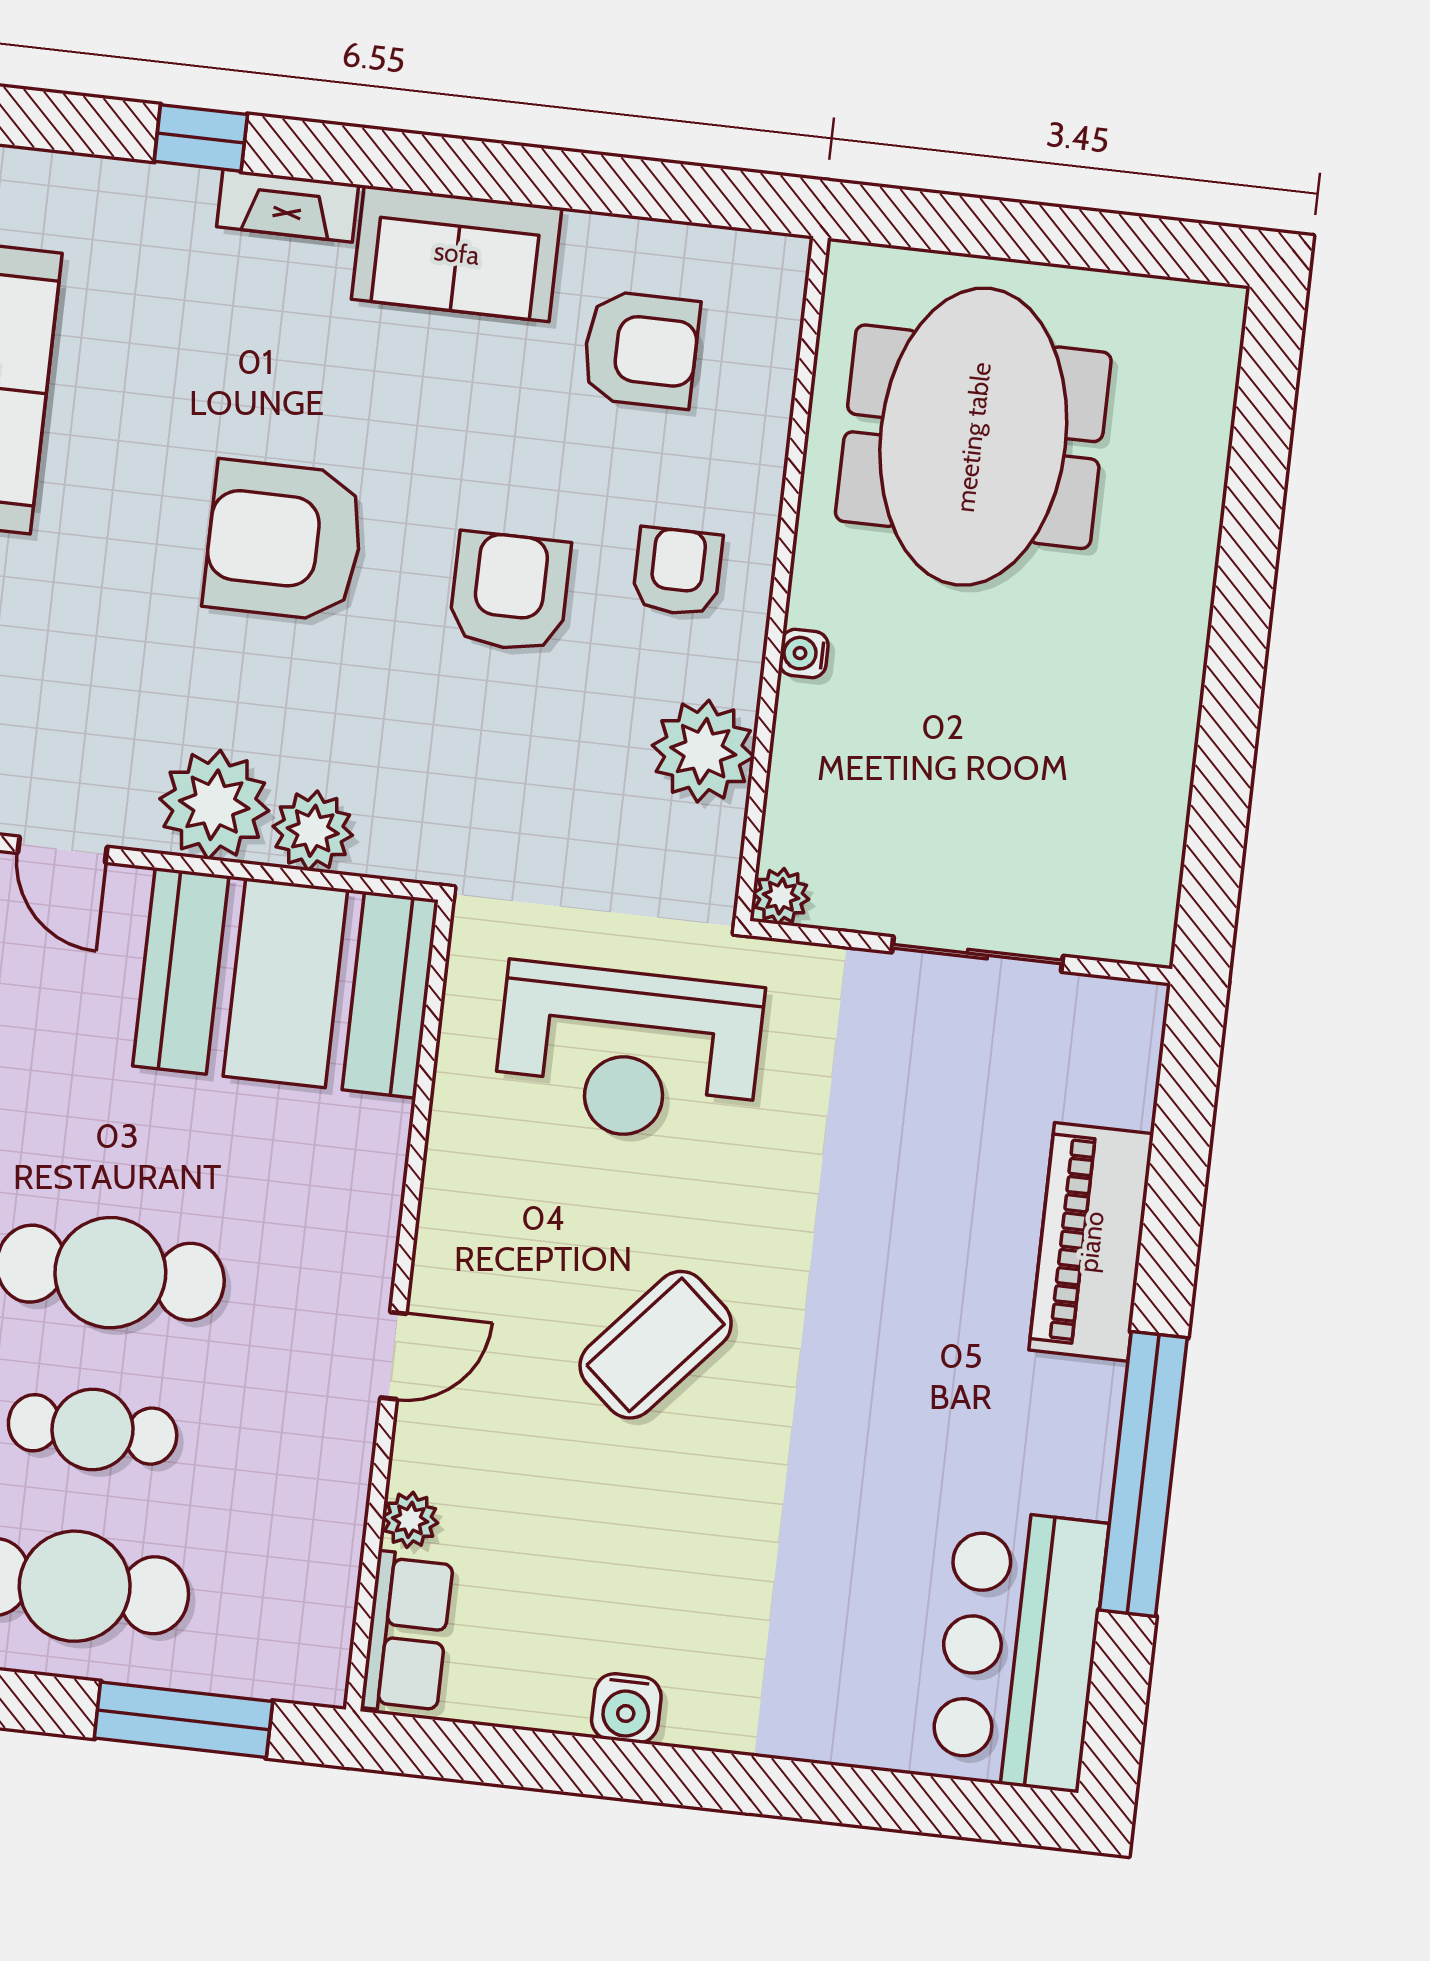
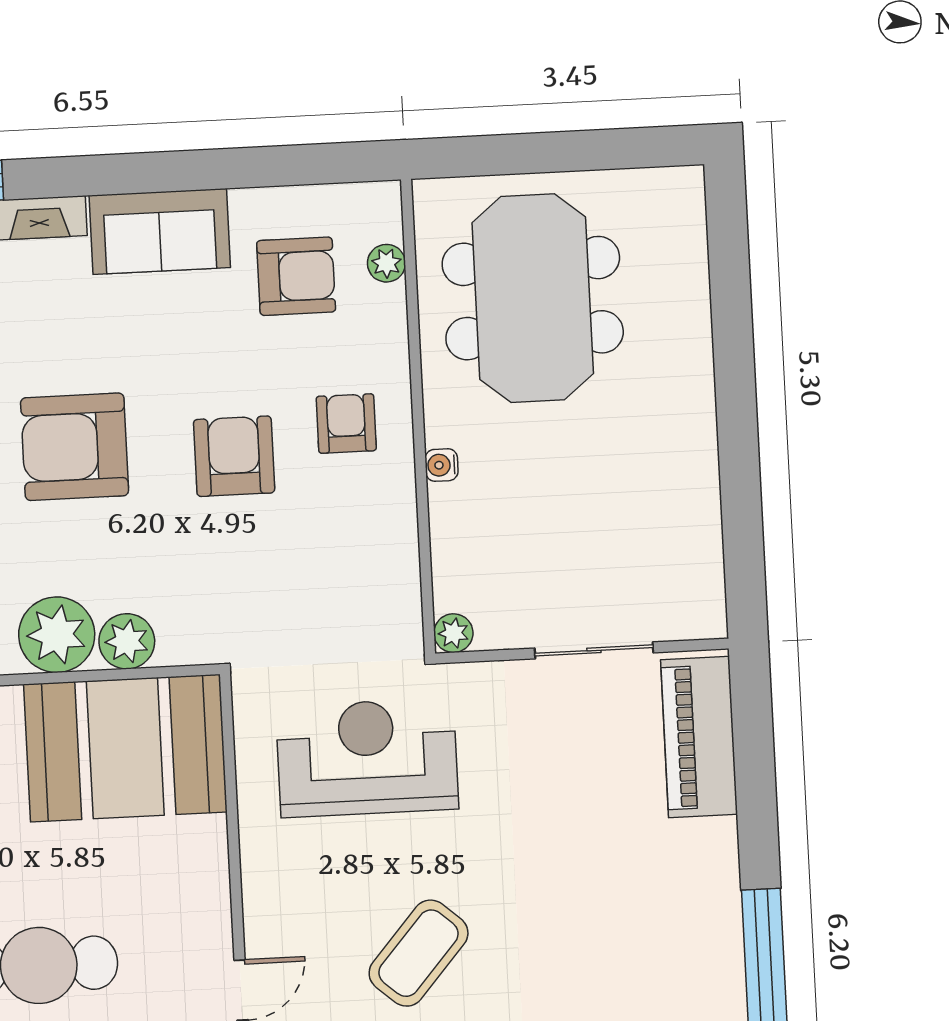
plant: (703, 751) -> (386, 263), moved, width x0.53, depth x0.53
reception desk: (628, 1054) -> (367, 758), turned 180
piano: (1091, 1242) -> (699, 737), moved

